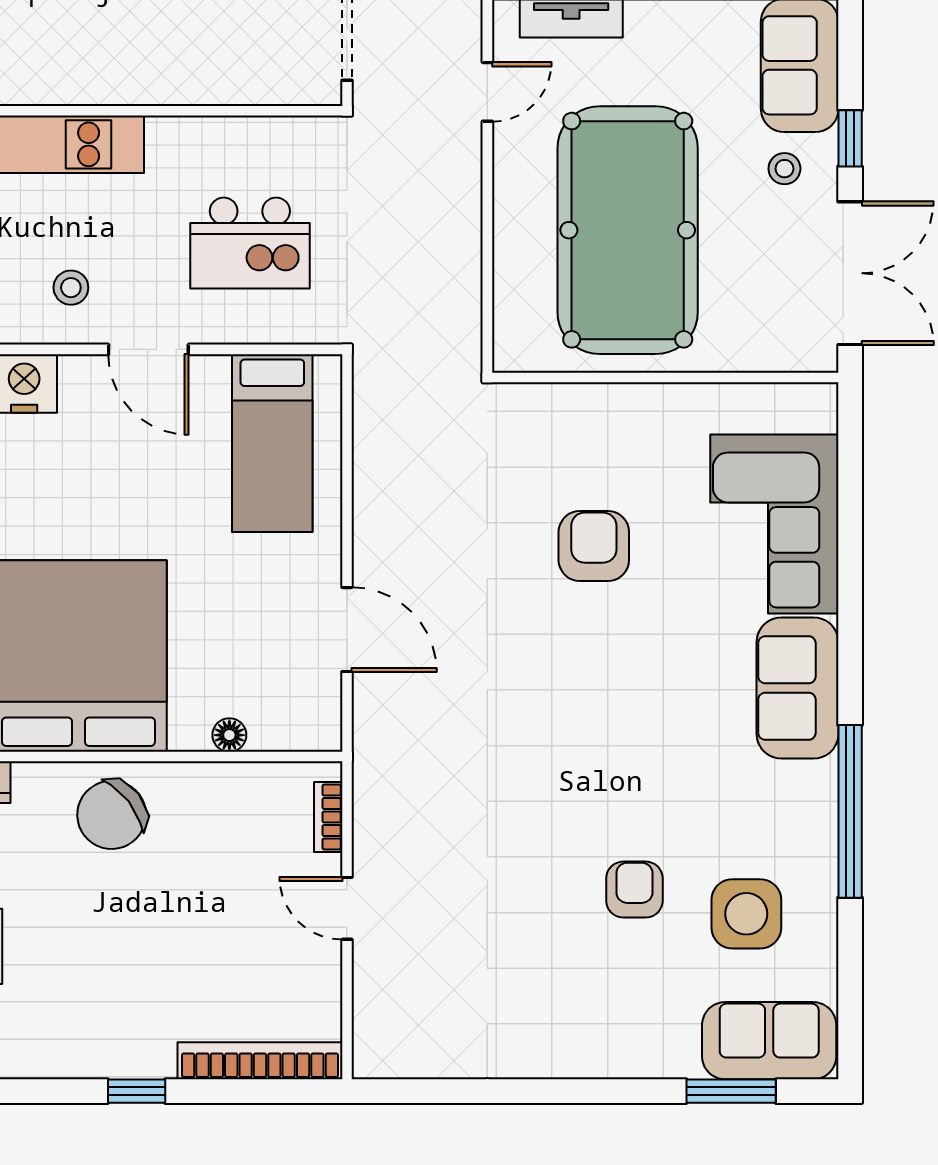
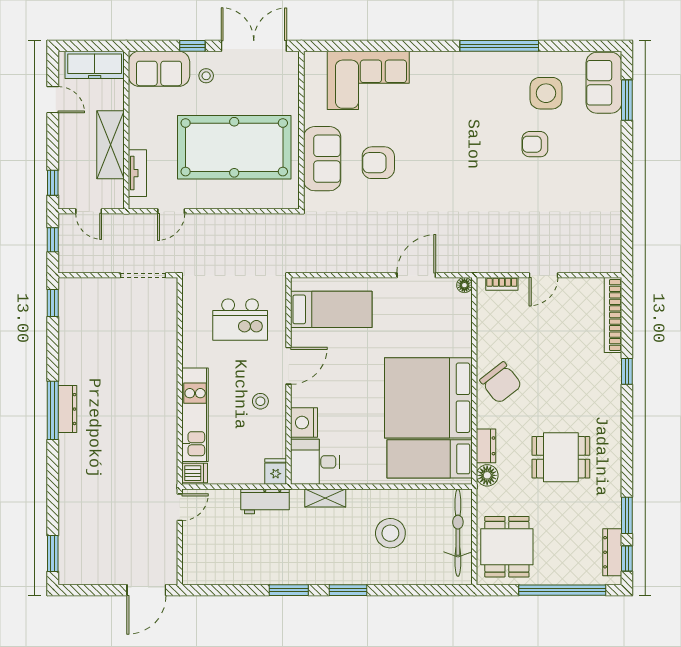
door: (487, 92) -> (171, 211), swing flipped
kitchen island: (250, 243) -> (240, 320), turned 90
sofa: (798, 688) -> (322, 159), moved, turned -90
floor lamp: (229, 735) -> (464, 285), moved

